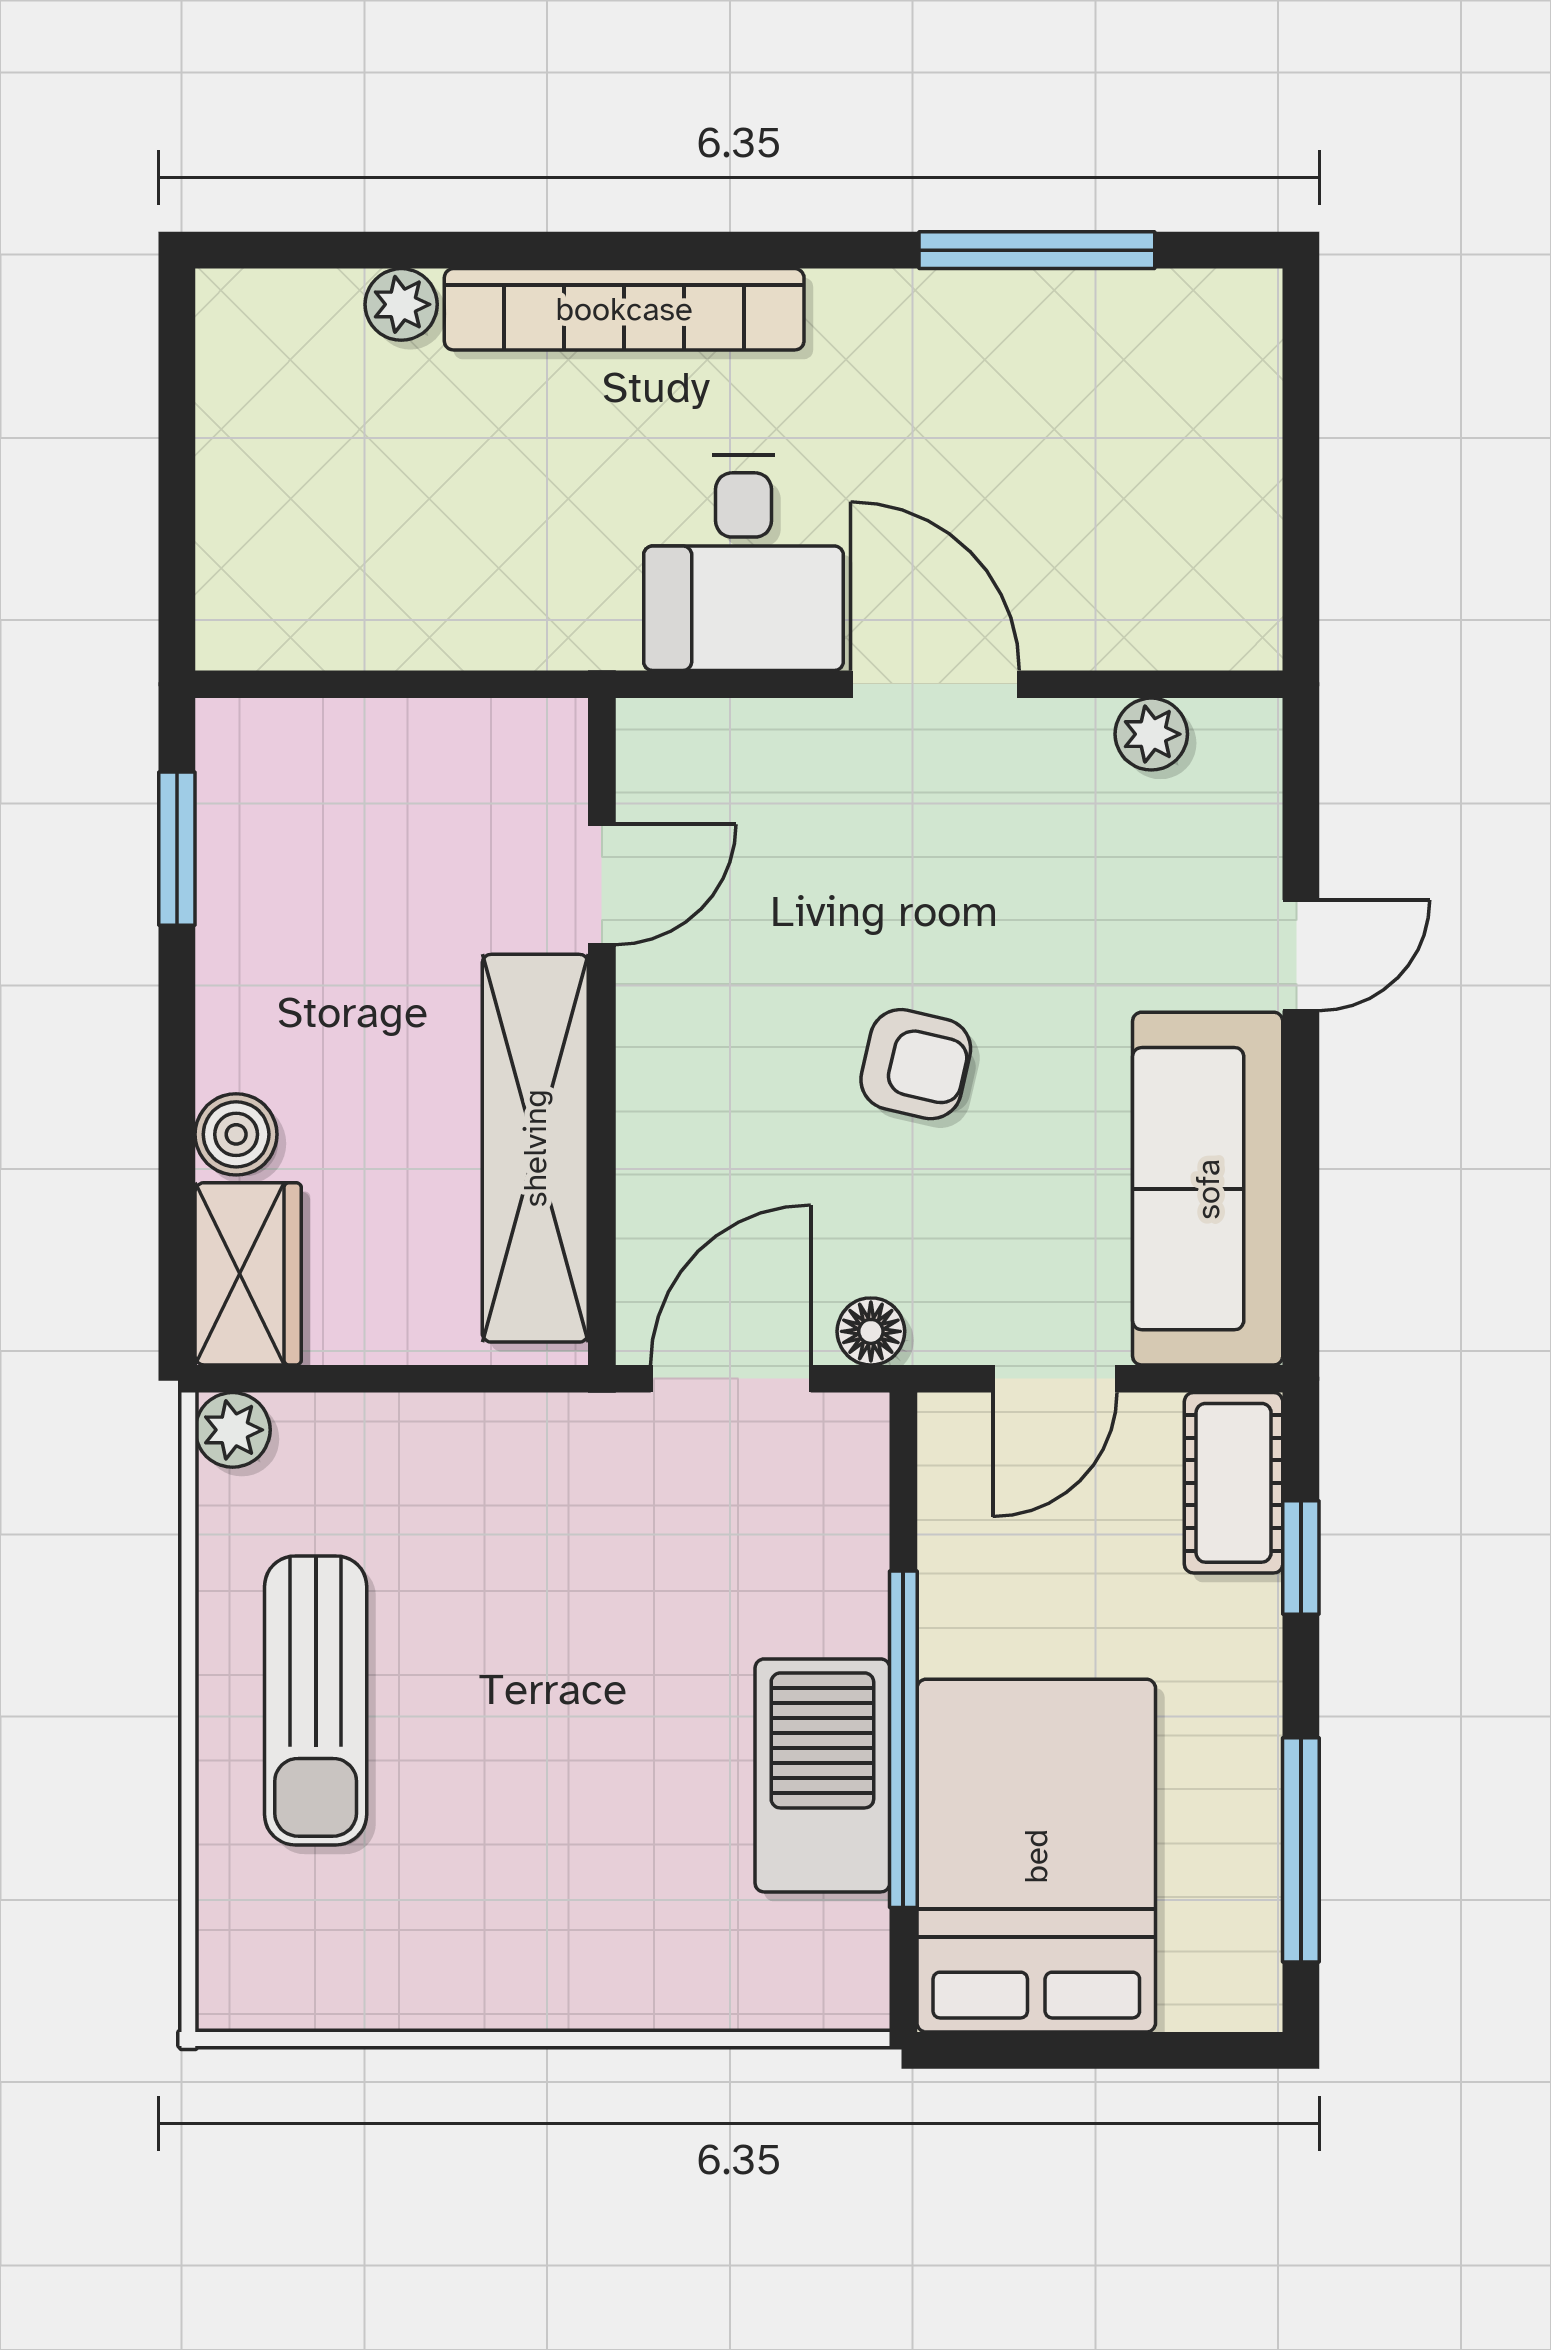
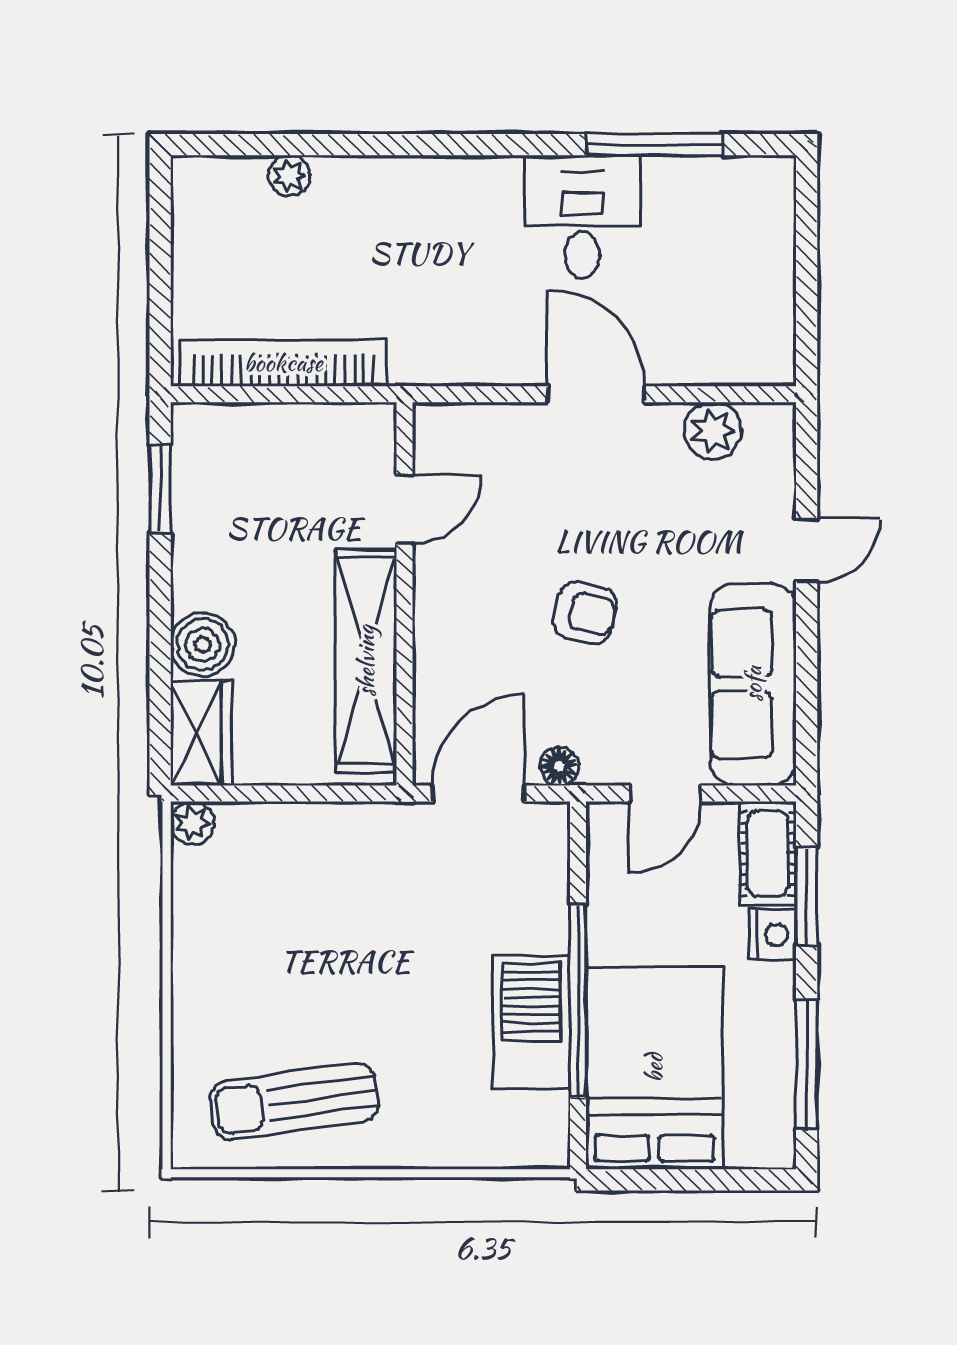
bookcase: (624, 309) -> (283, 363), moved, turned 180
desk: (744, 563) -> (582, 217), moved, turned 180
plant: (1151, 734) -> (713, 431), width x1.38, depth x1.38
boiler: (236, 1134) -> (203, 644), width x1.36, depth x1.36
window: (1301, 1558) -> (807, 896), width x1.50
nightstand: (1243, 1624) -> (773, 935), added
sun lounger: (316, 1700) -> (295, 1102), moved, turned 82

